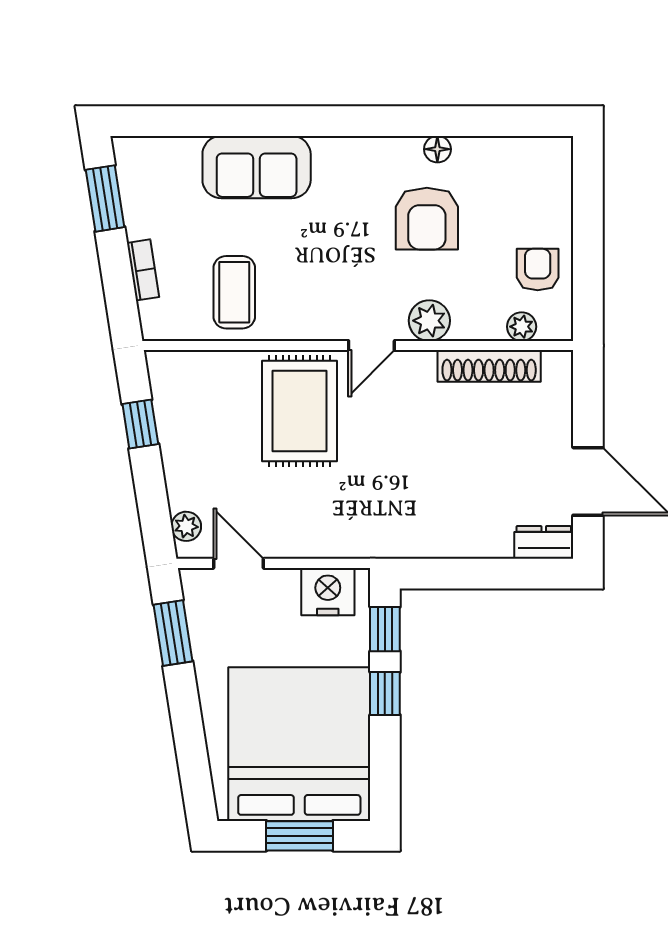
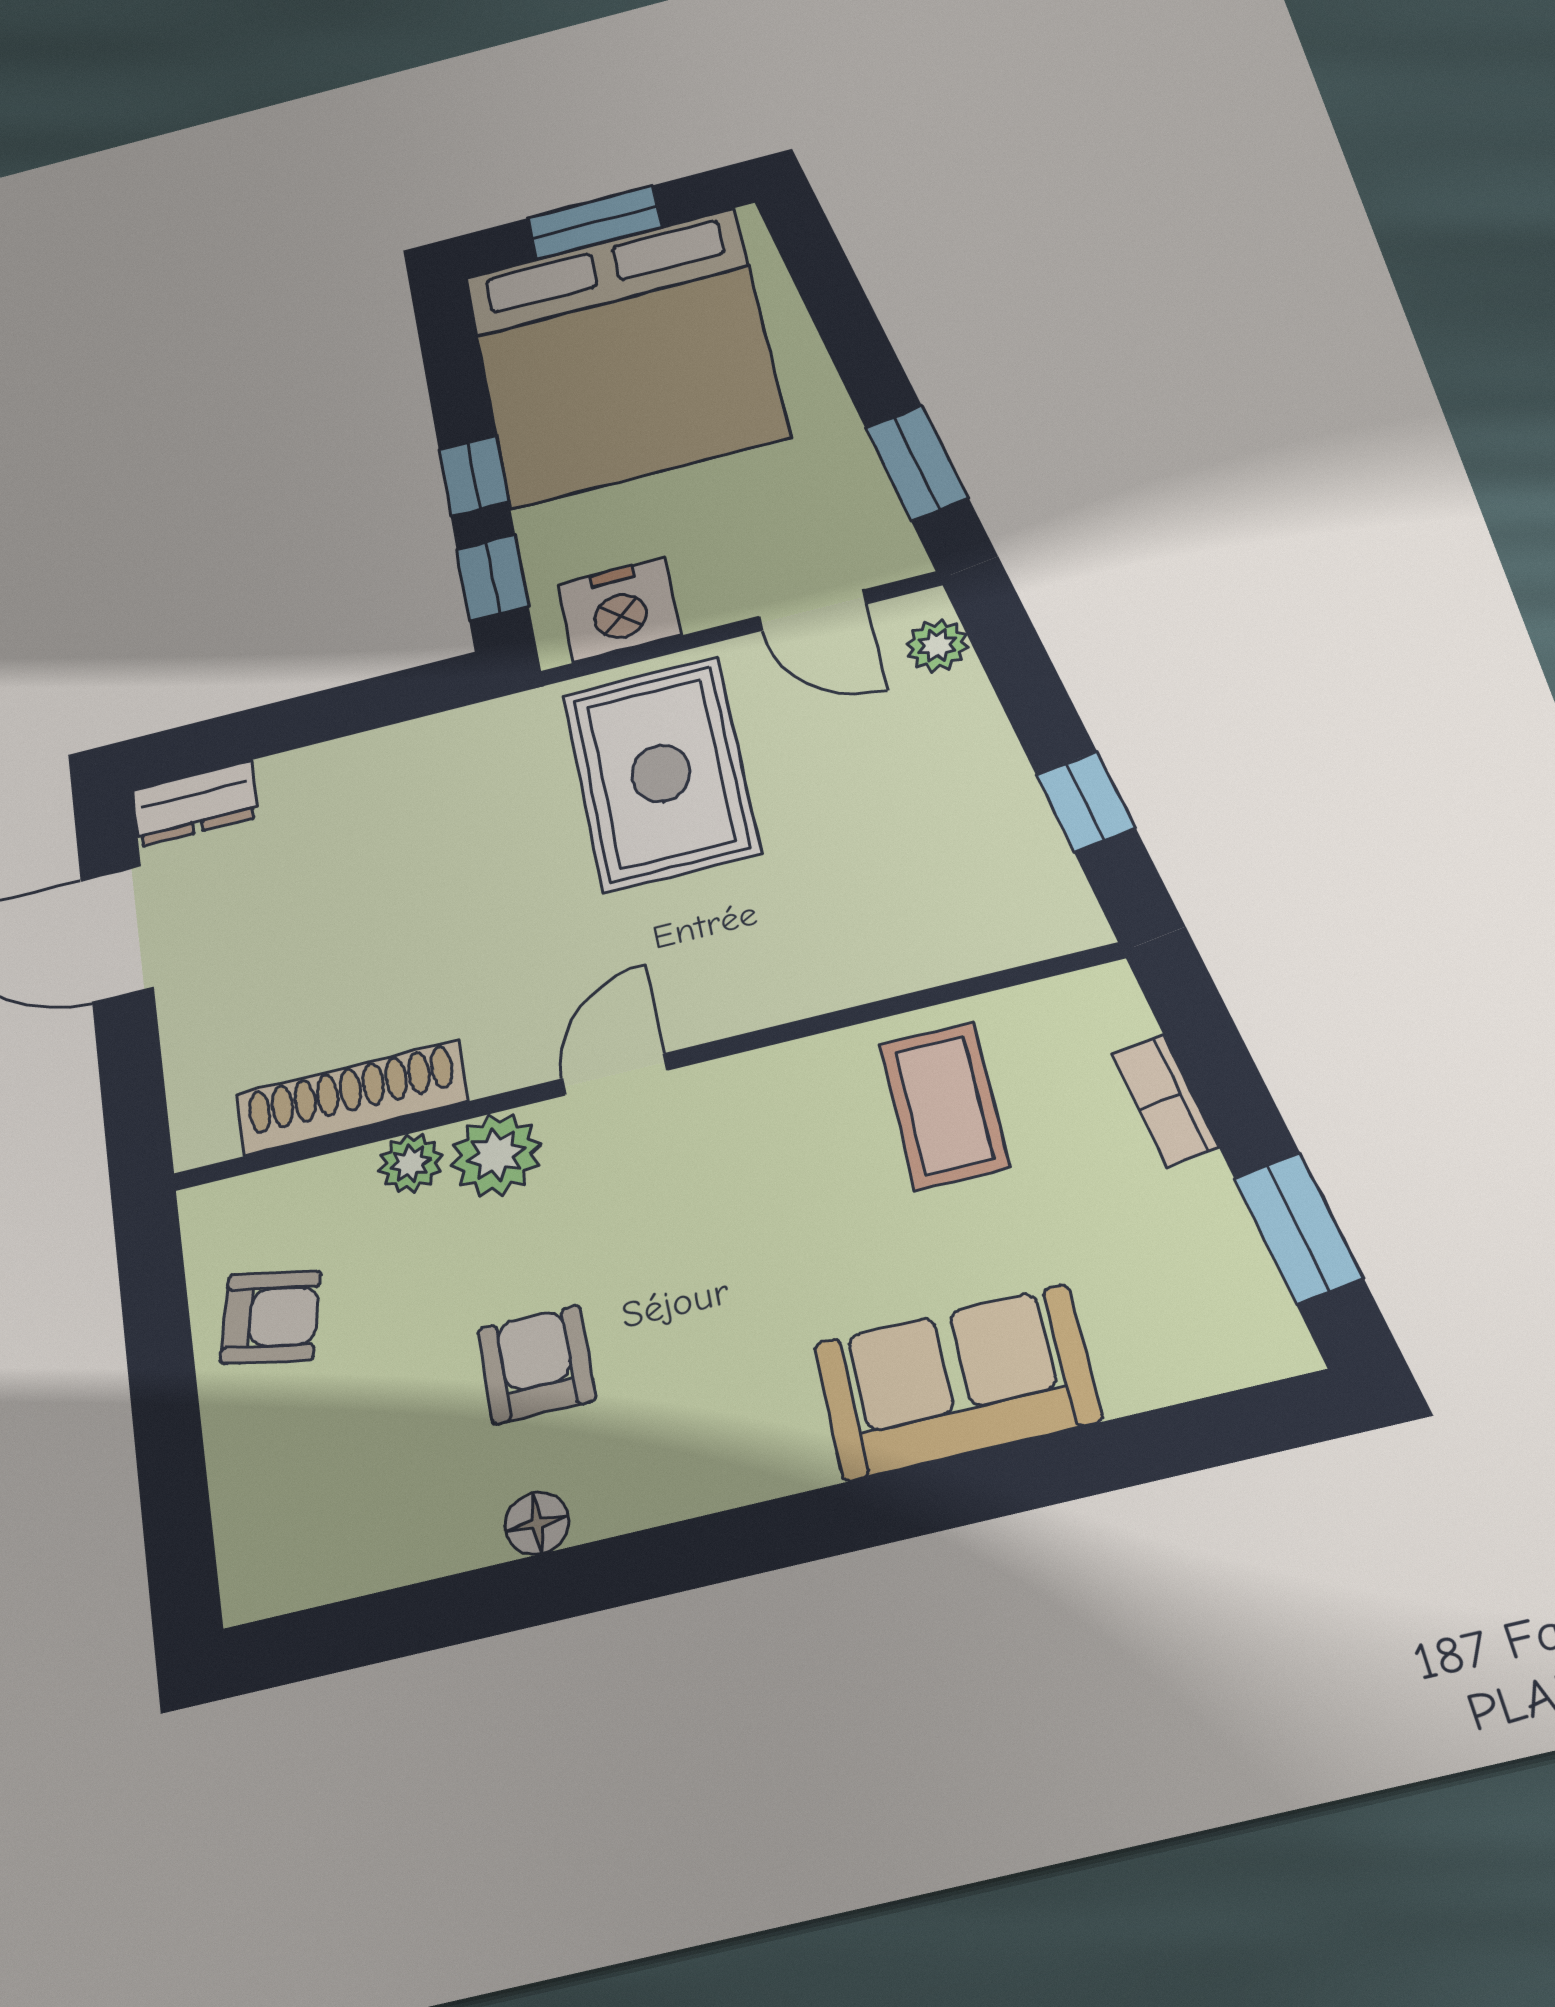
armchair: (427, 219) -> (537, 1364), width x0.72, depth x0.72
armchair: (538, 270) -> (271, 1317), turned -78
plant: (522, 327) -> (411, 1163), moved
rug: (300, 411) -> (661, 773), moved

